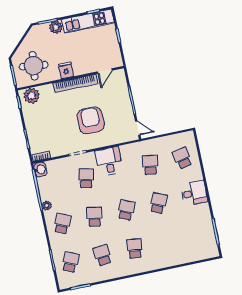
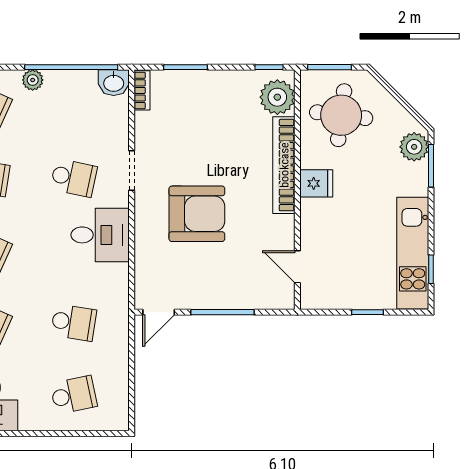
plant: (56, 27) -> (414, 147), moved
bookcase: (75, 83) -> (284, 165), moved

